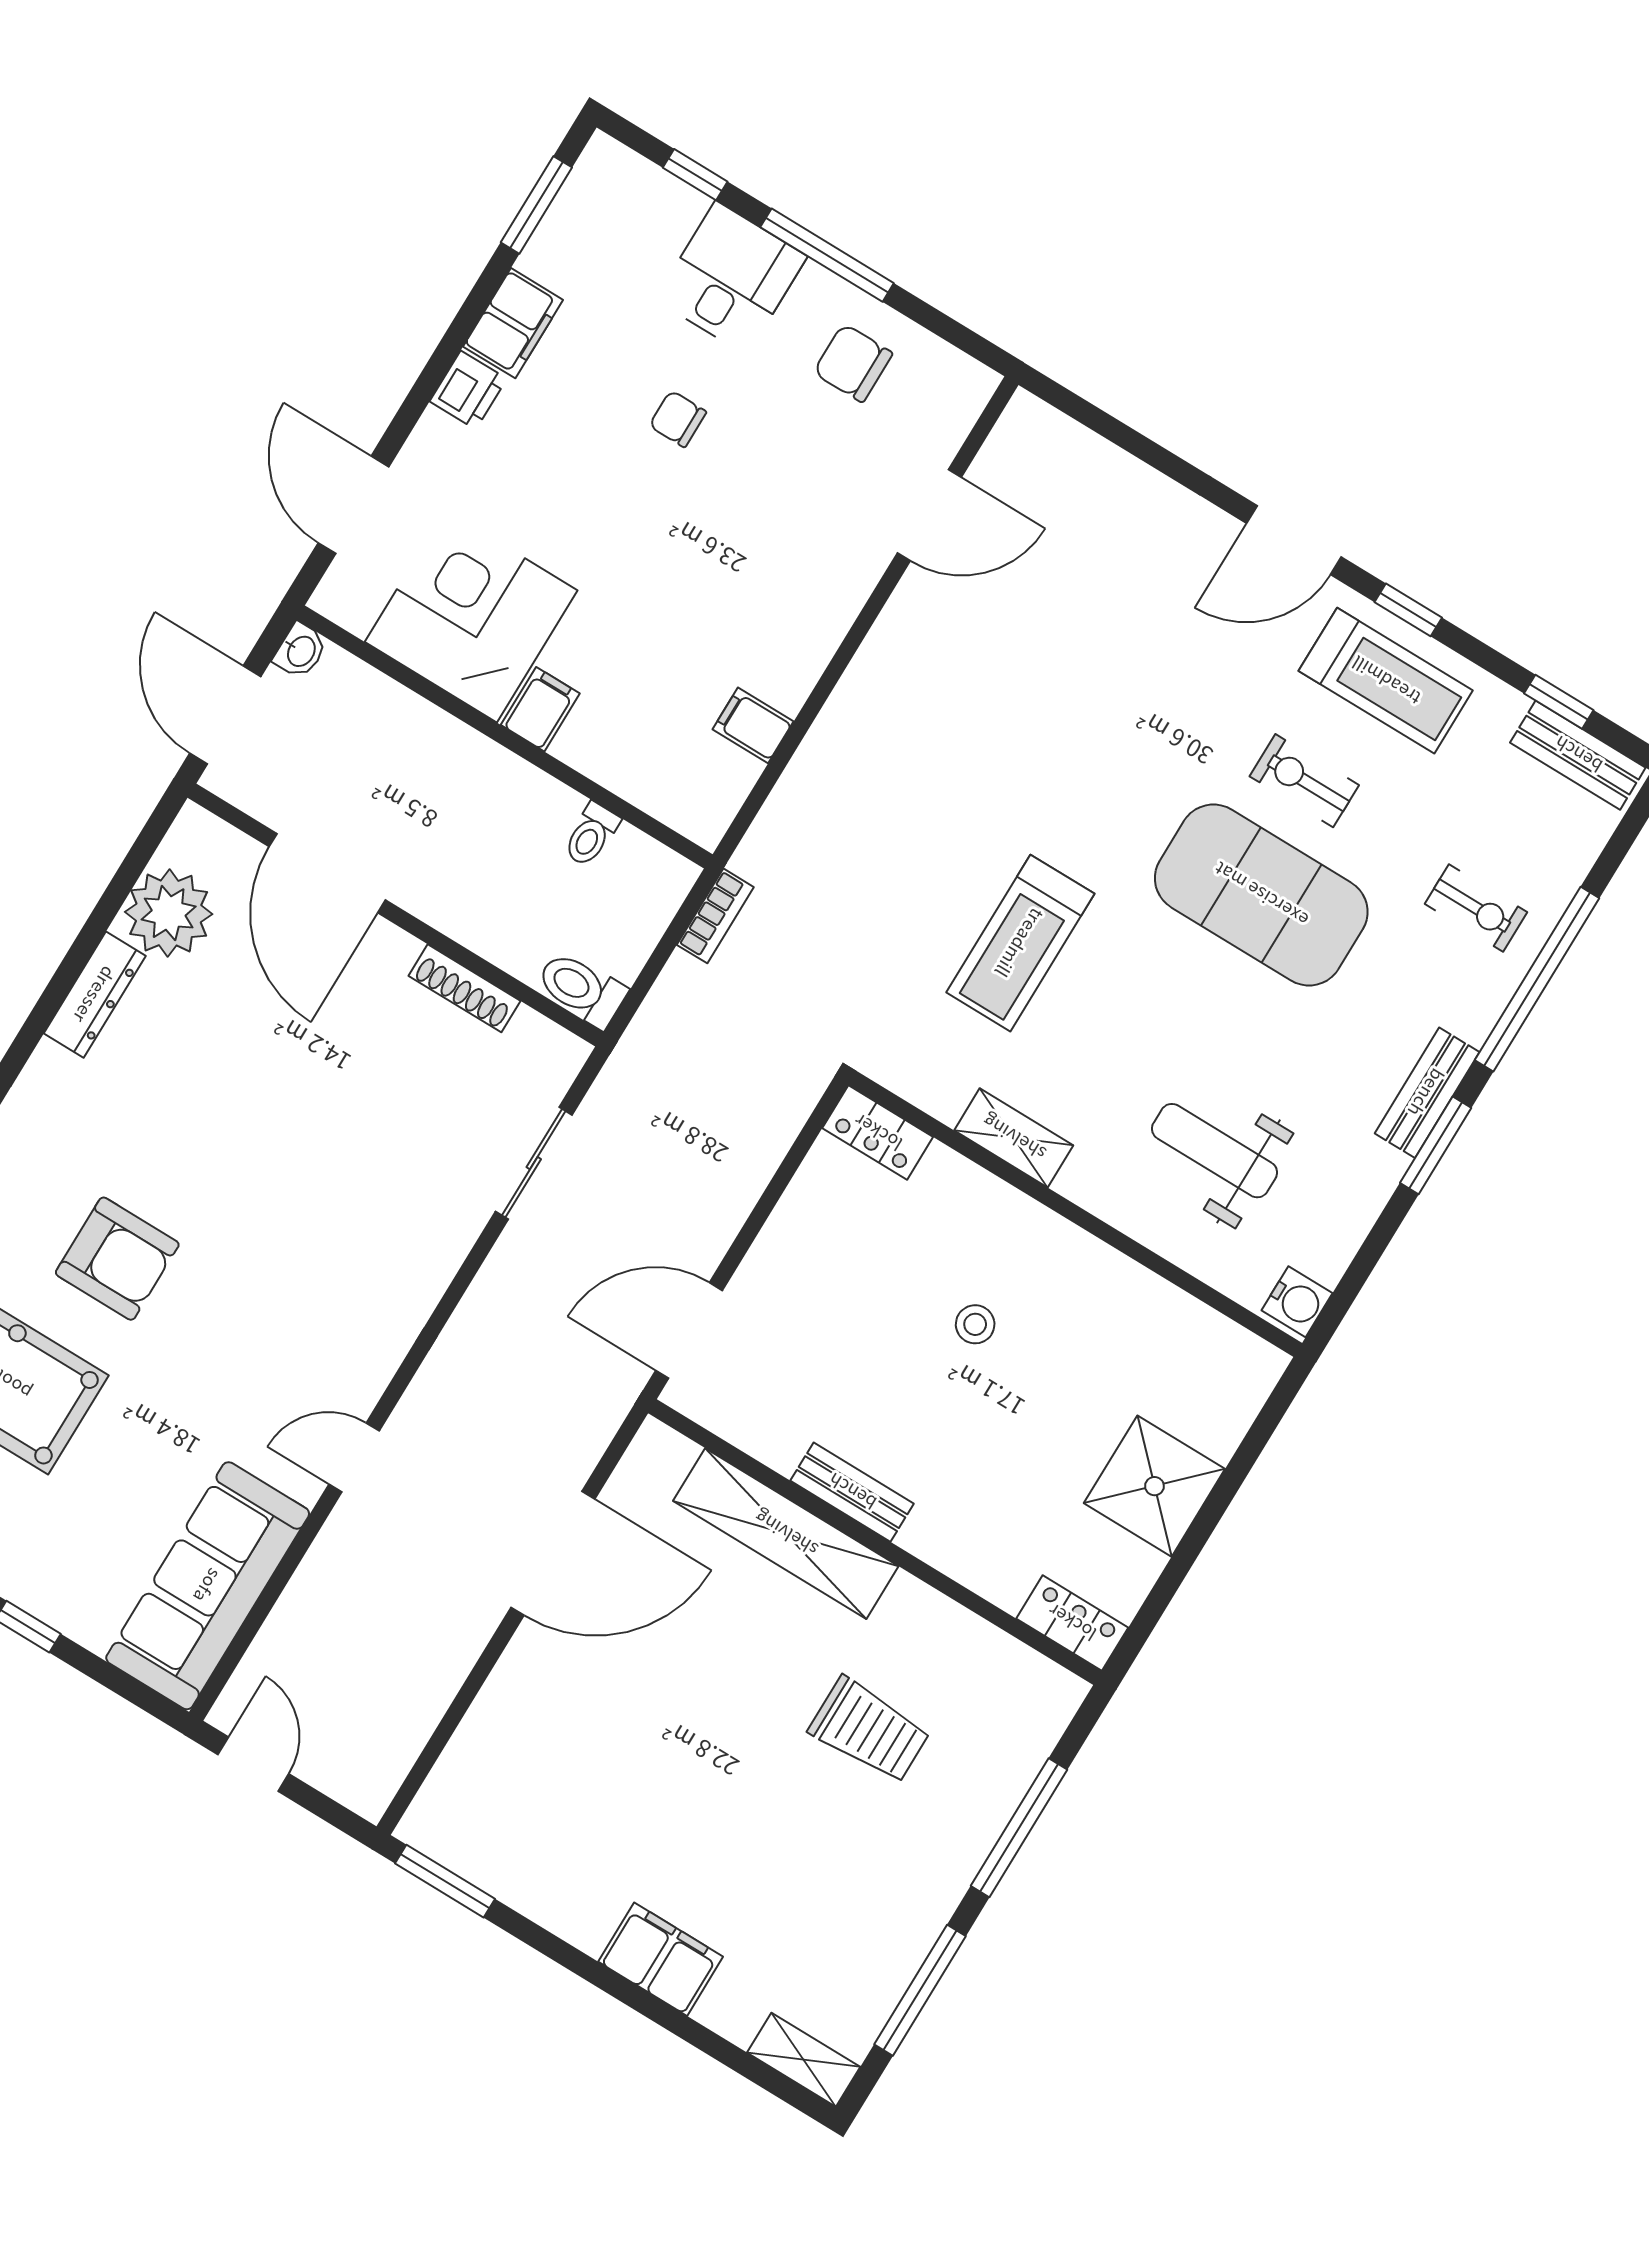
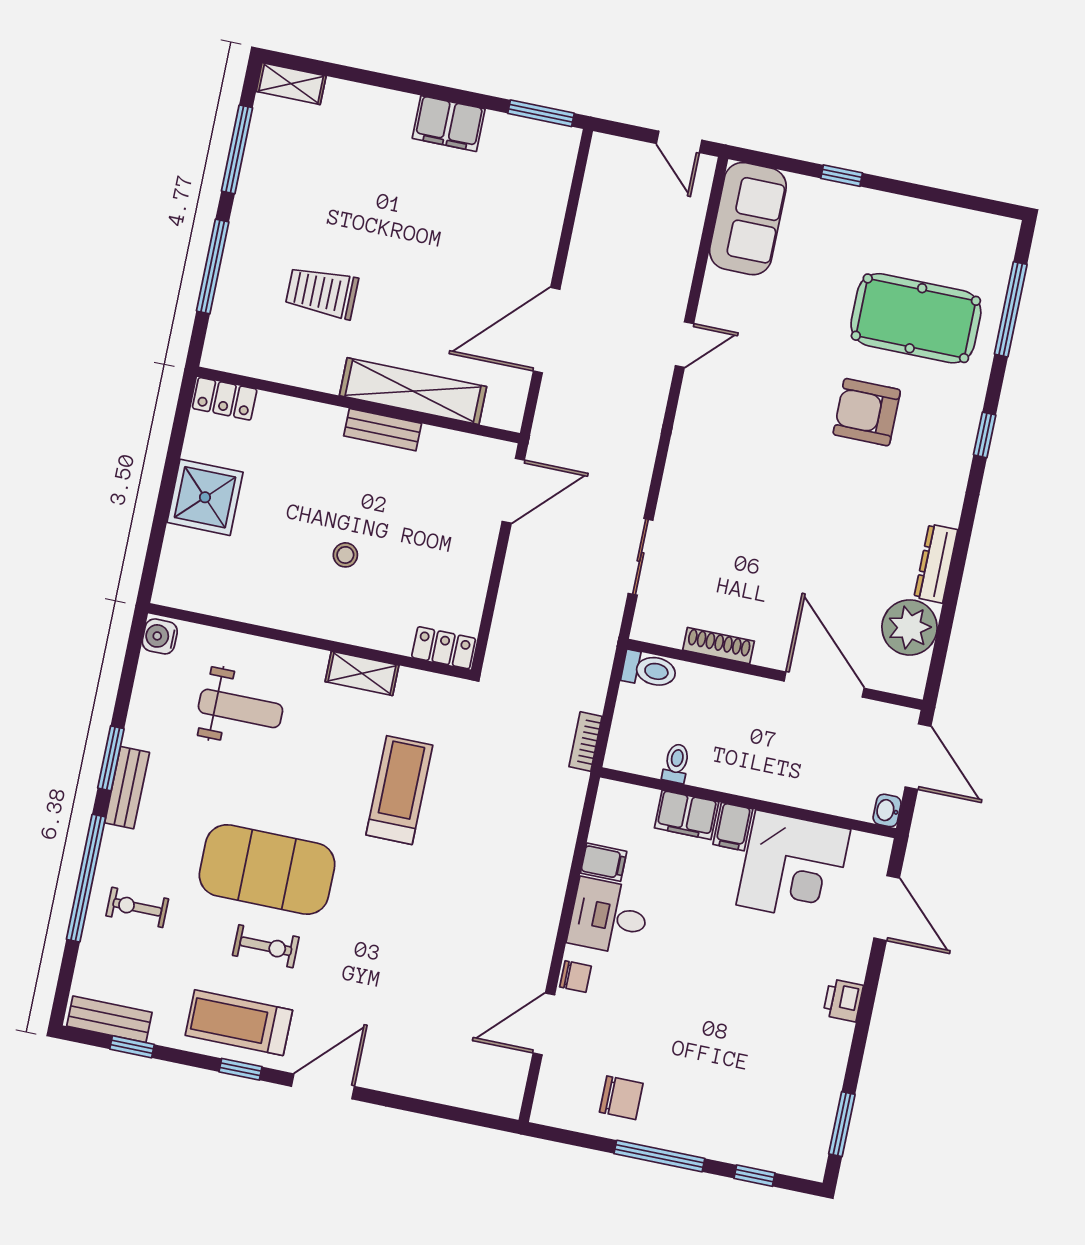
desk: (731, 278) -> (609, 917), moved, turned 90
filing cabinet: (513, 323) -> (687, 815), moved, turned -90
chair: (678, 419) -> (575, 977), moved
sofa: (208, 1586) -> (748, 219), width x0.73
filing cabinet: (661, 1959) -> (449, 124), moved

